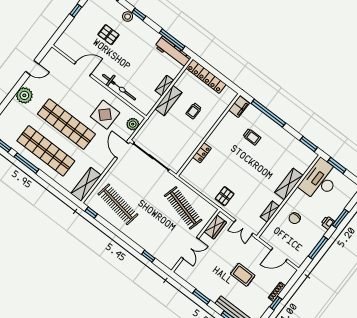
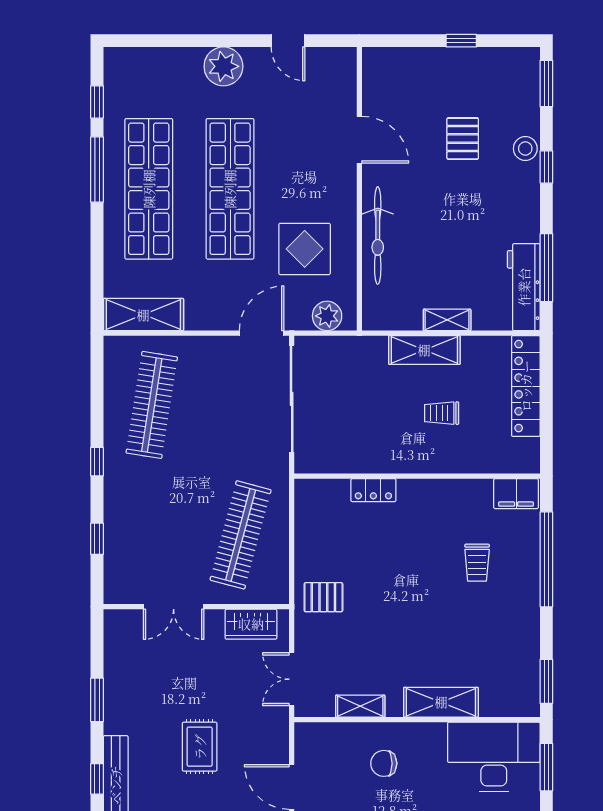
window: (91, 213) -> (97, 462), moved

